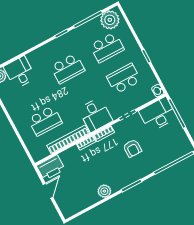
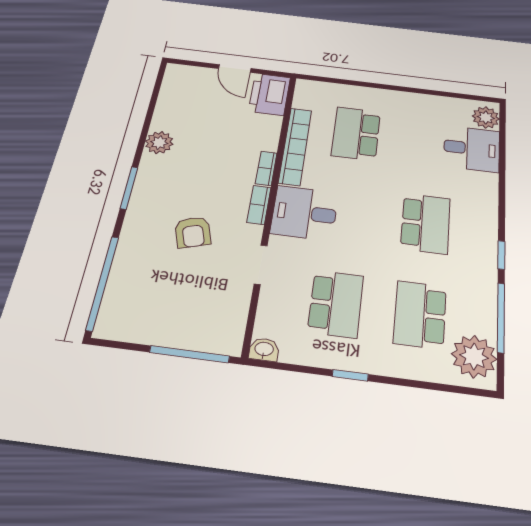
school desk: (68, 69) -> (426, 223), turned 180
desk: (158, 114) -> (217, 318), removed
armchair: (132, 148) -> (193, 232), turned -107

